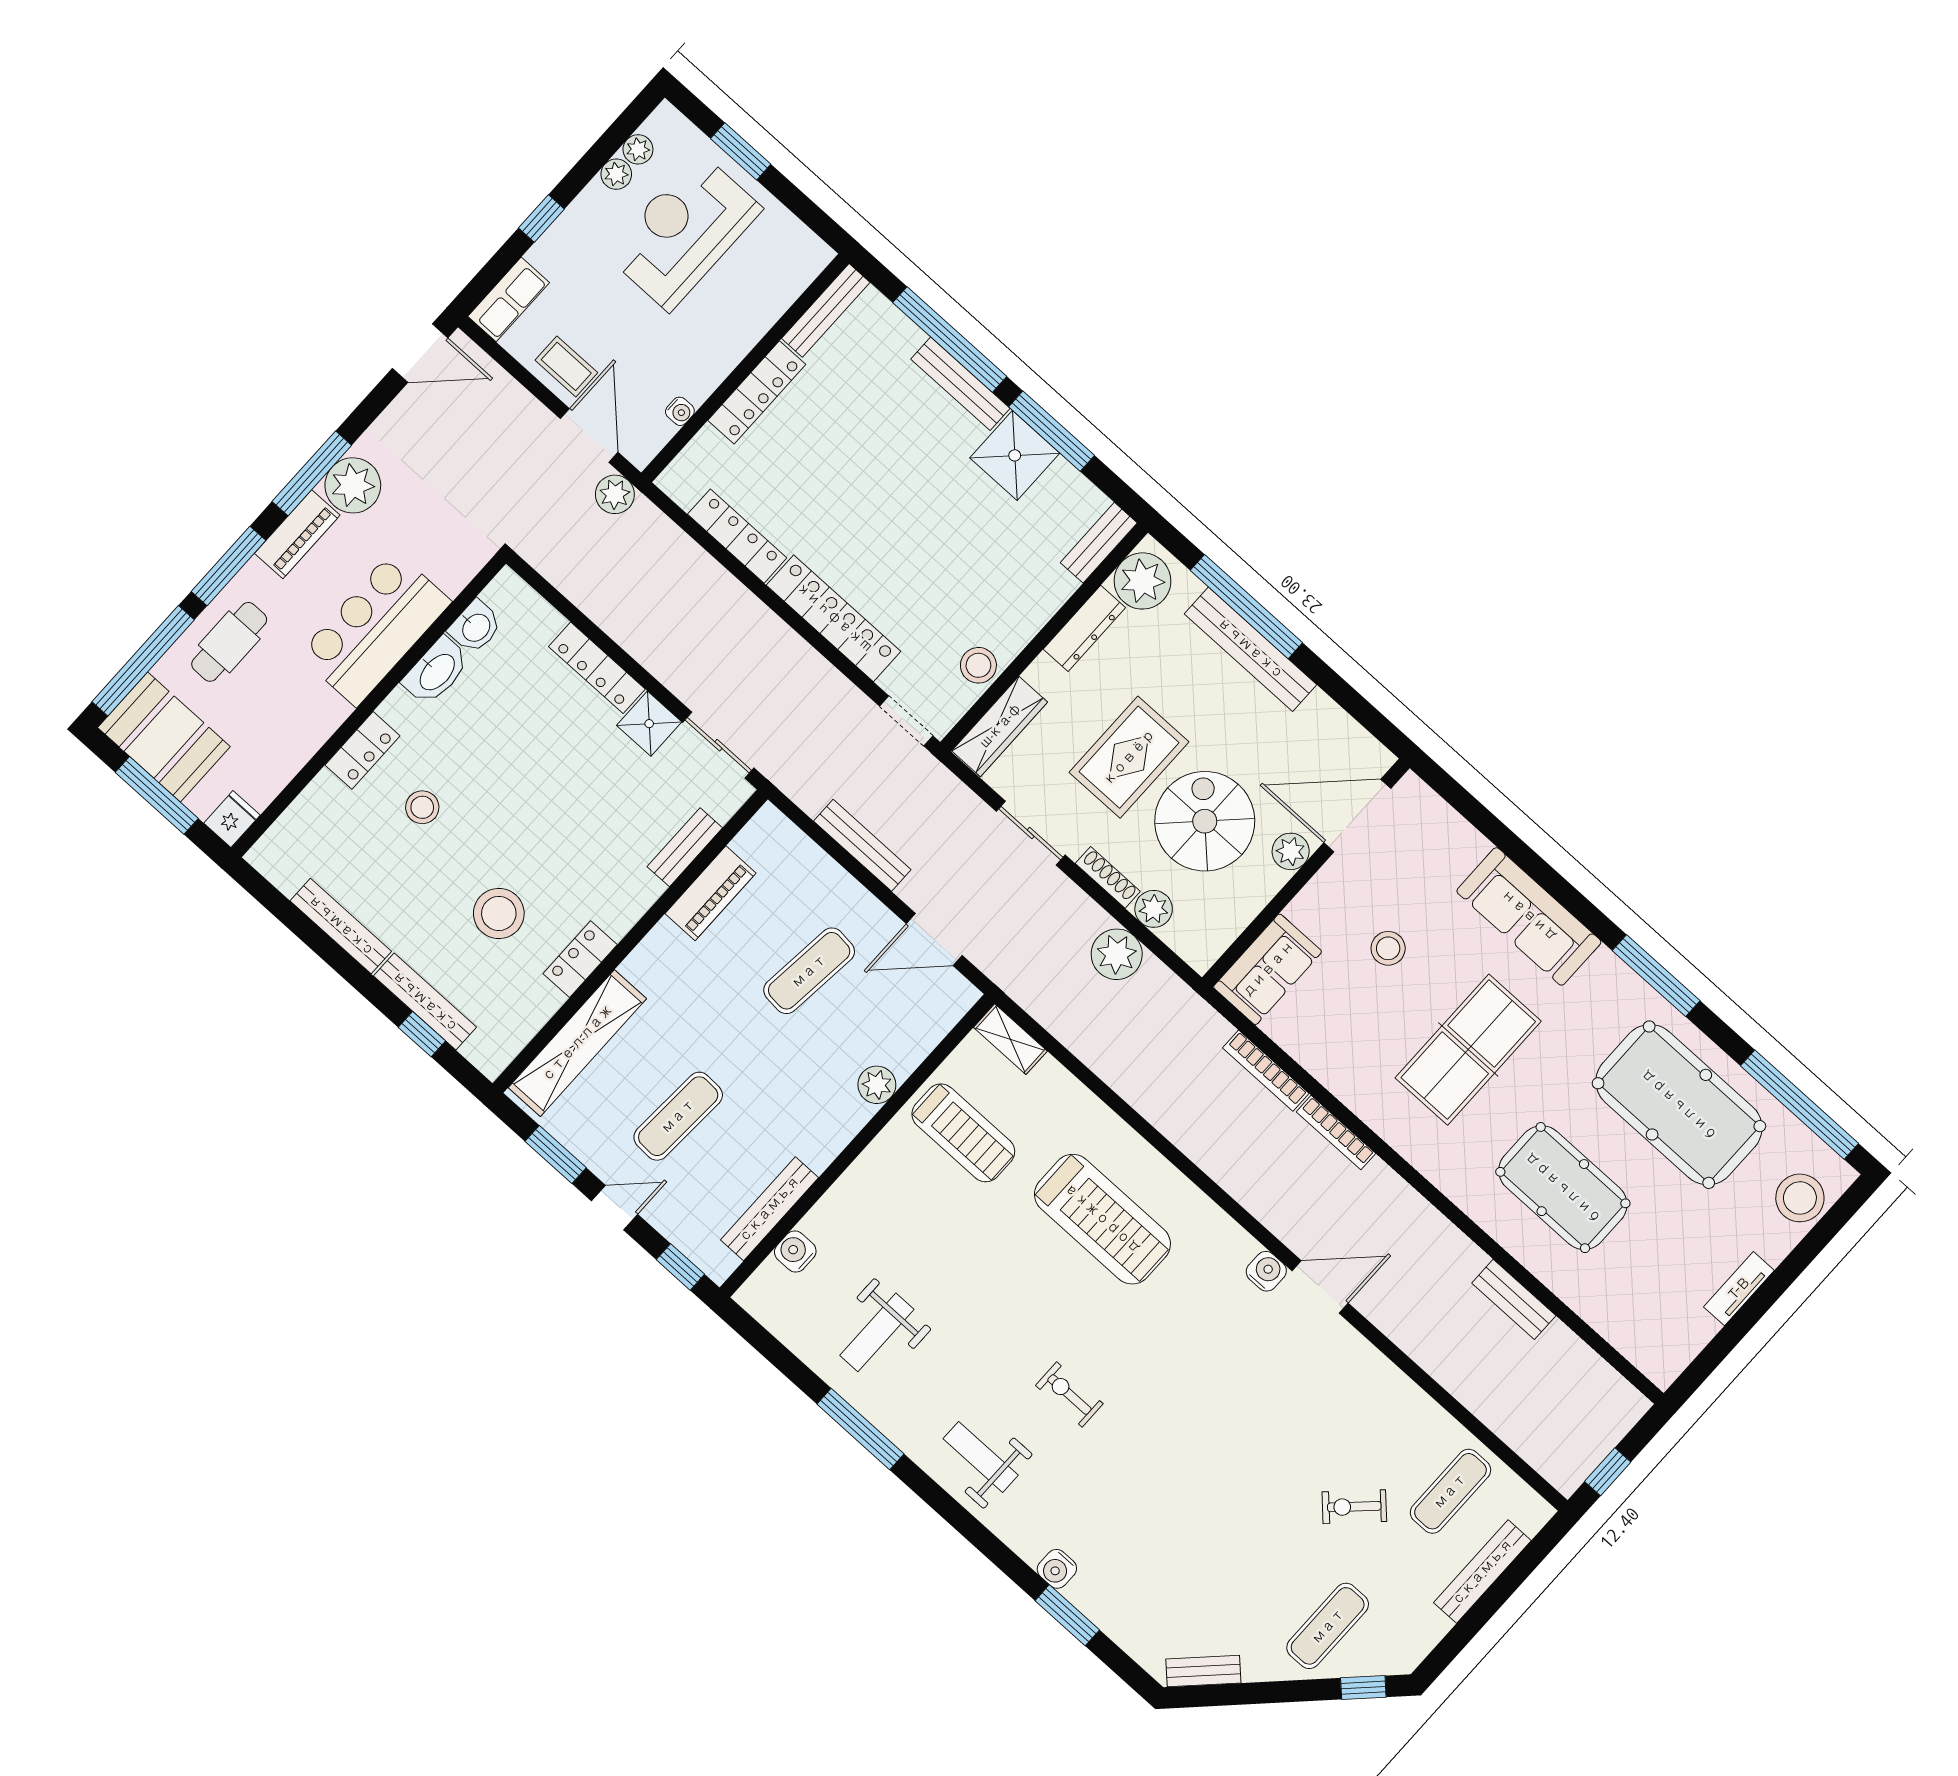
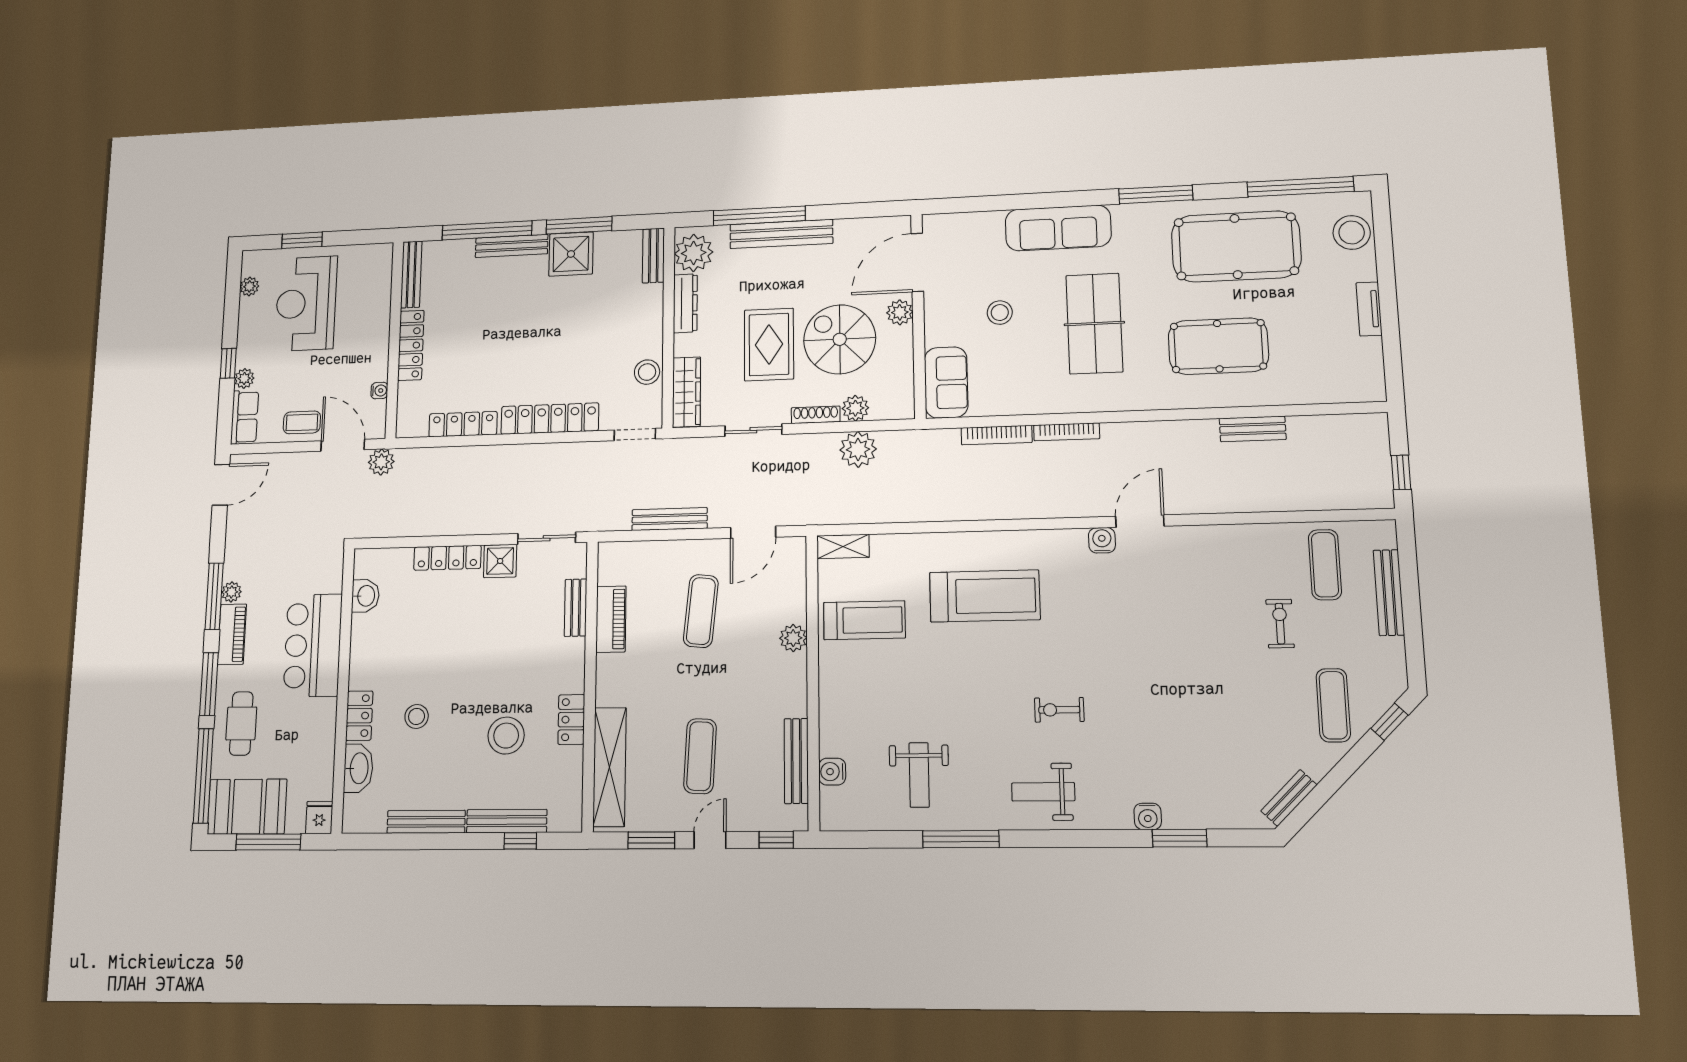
plant: (616, 174) -> (244, 378), moved
plant: (353, 485) -> (231, 592), width x0.53, depth x0.53
washbasin: (436, 671) -> (358, 768), moved
exercise bike: (1354, 1507) -> (1280, 624), turned 134

